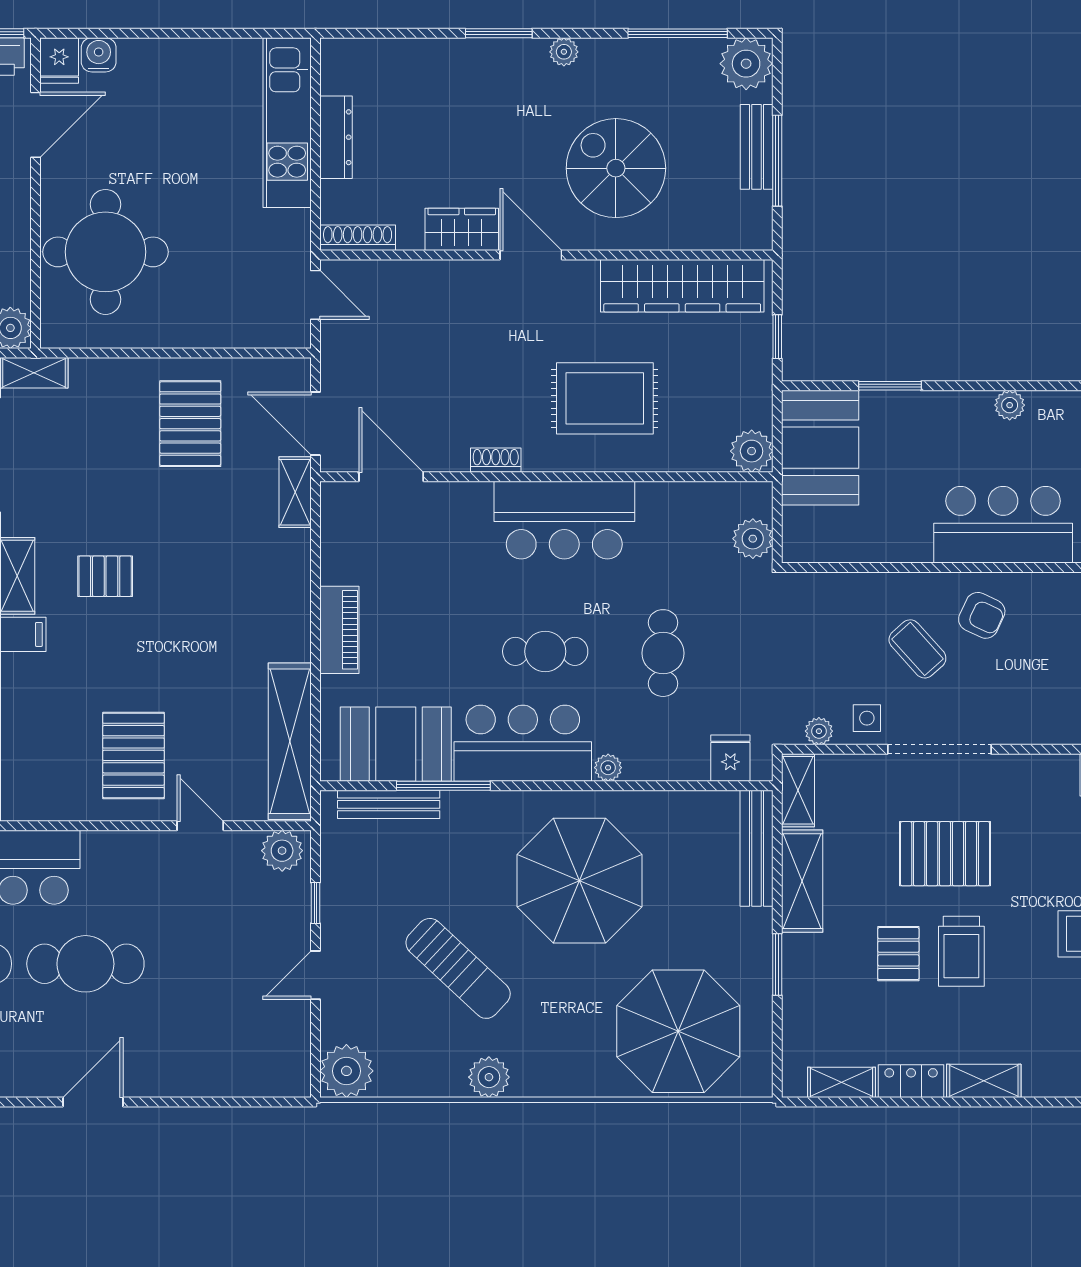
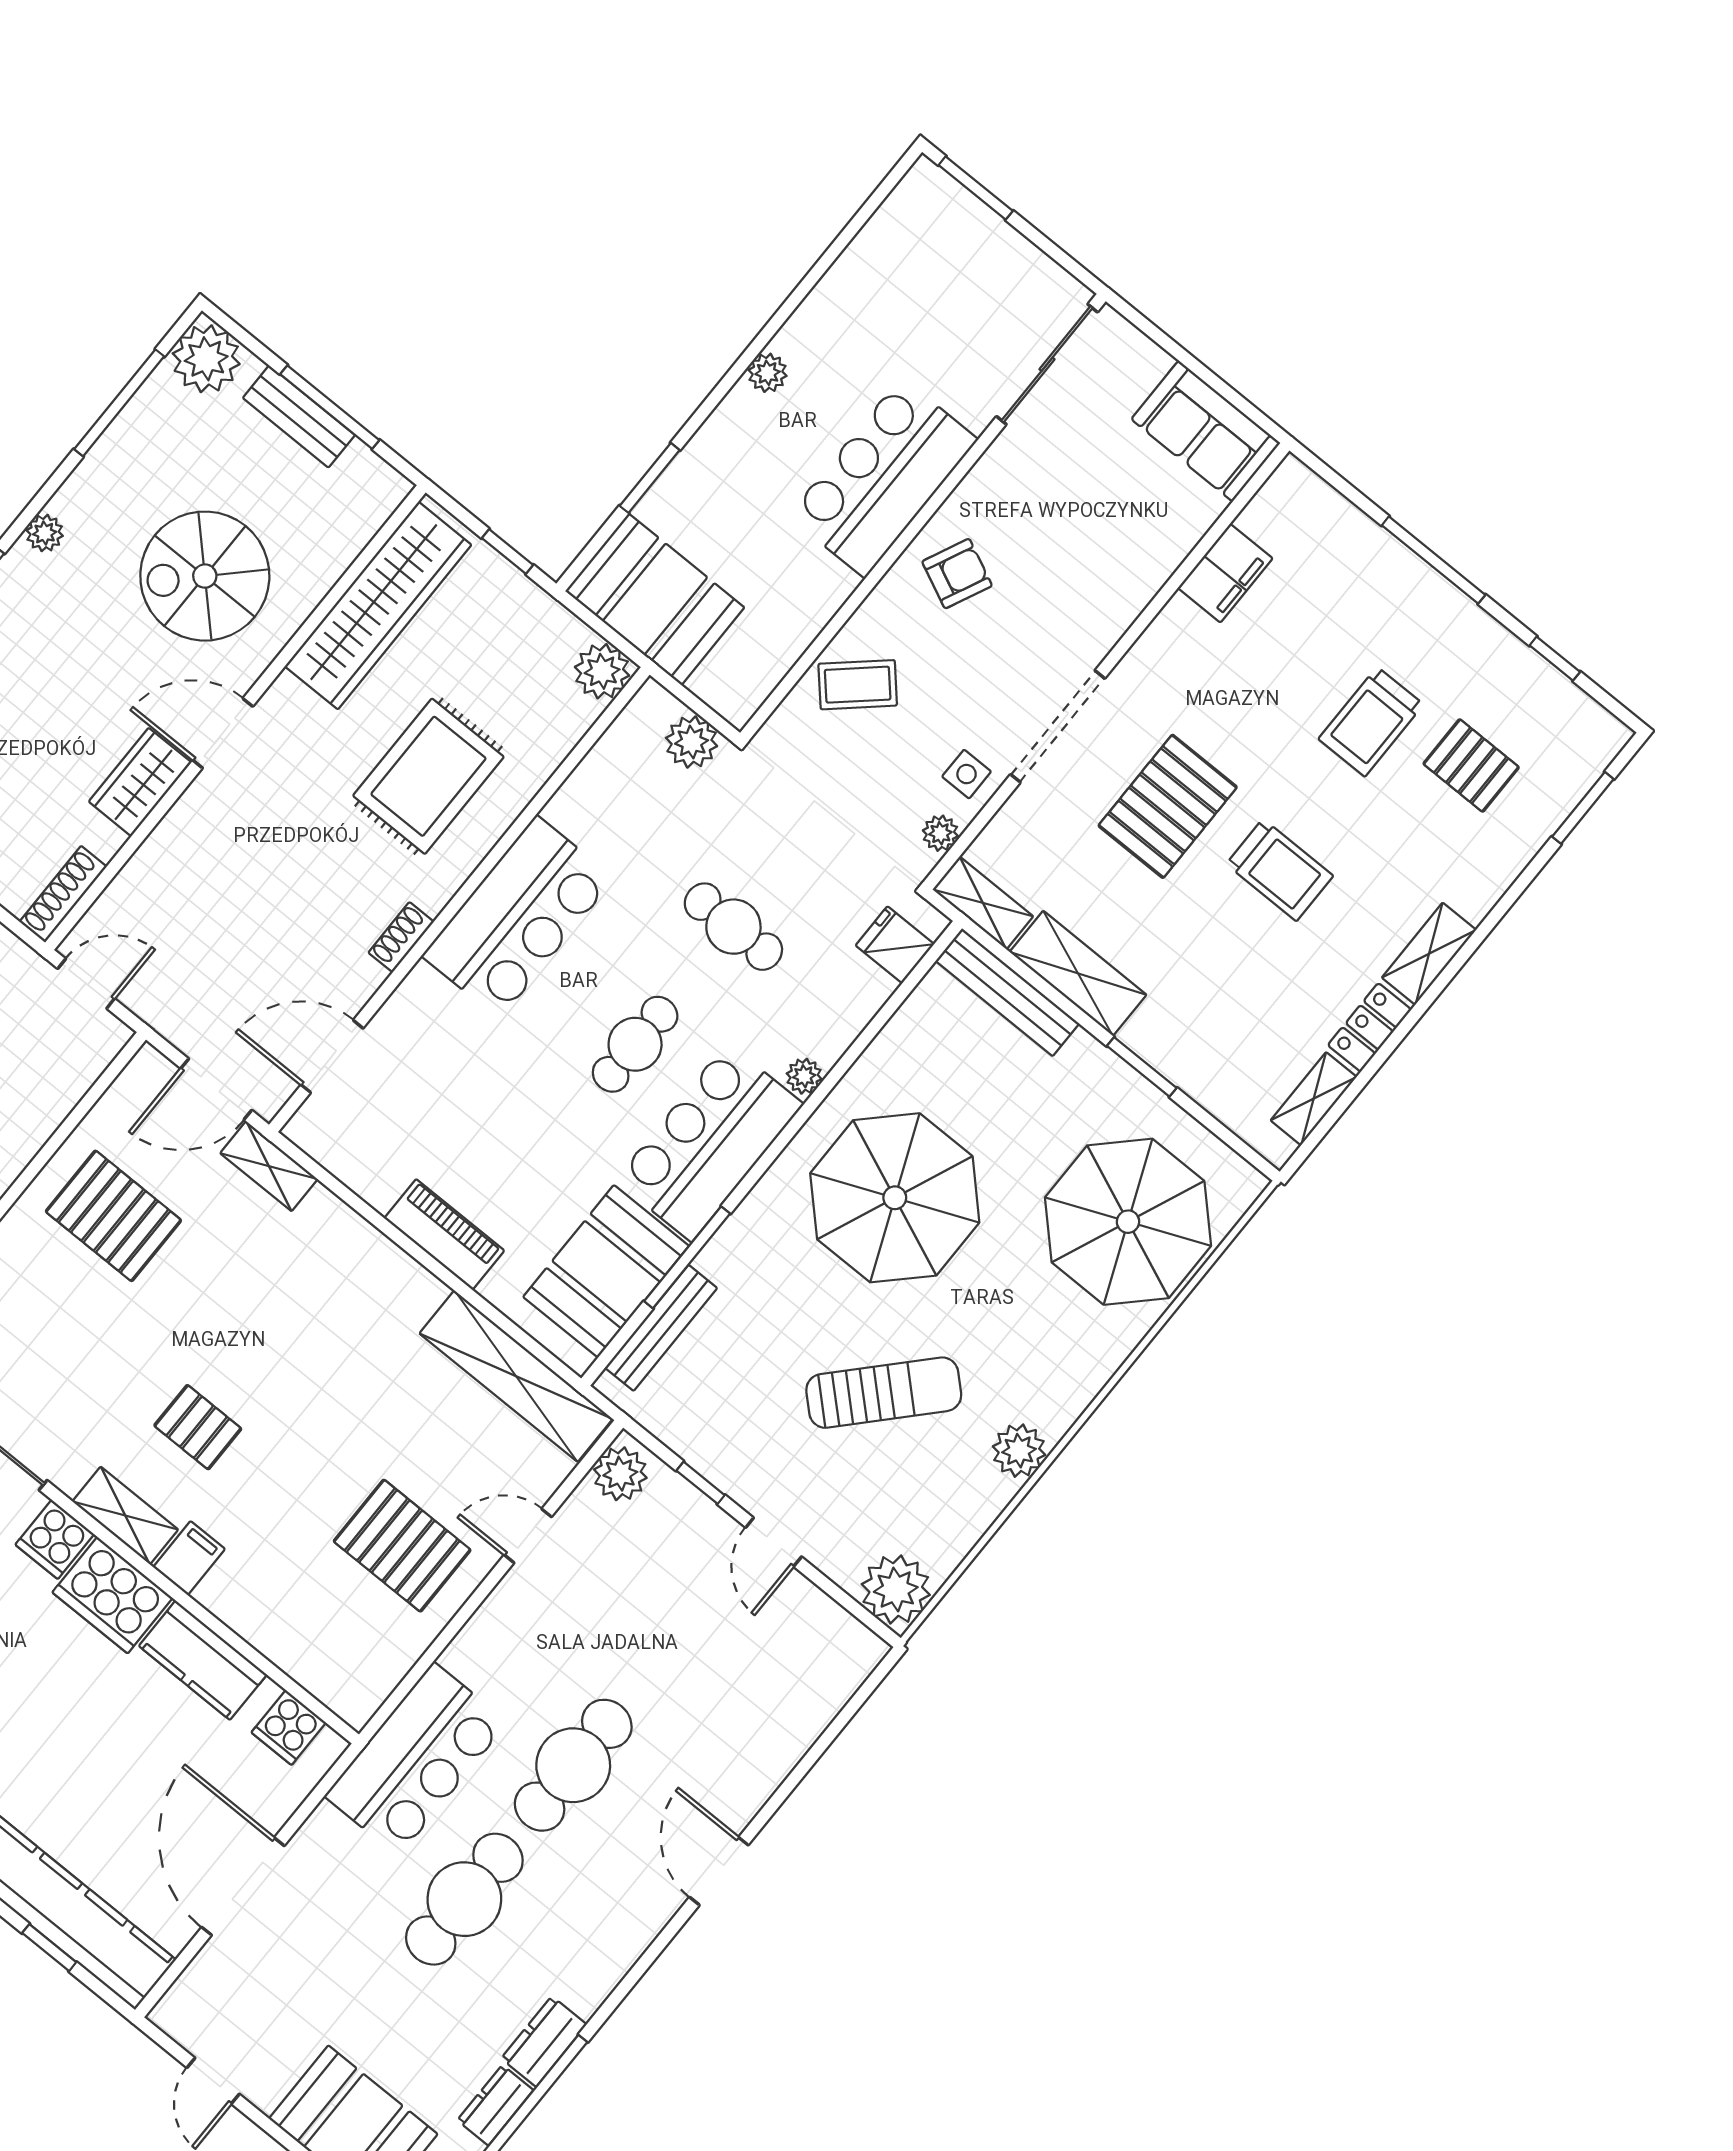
pallet: (105, 576) -> (198, 1427), turned 90
coffee table: (917, 649) -> (858, 685), moved
pallet: (898, 954) -> (1230, 936), removed

